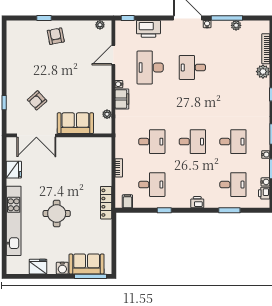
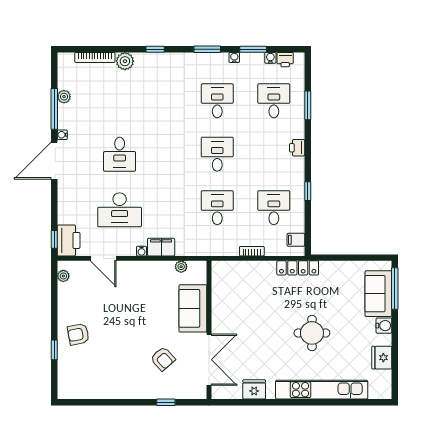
printer: (148, 29) -> (69, 240), moved

